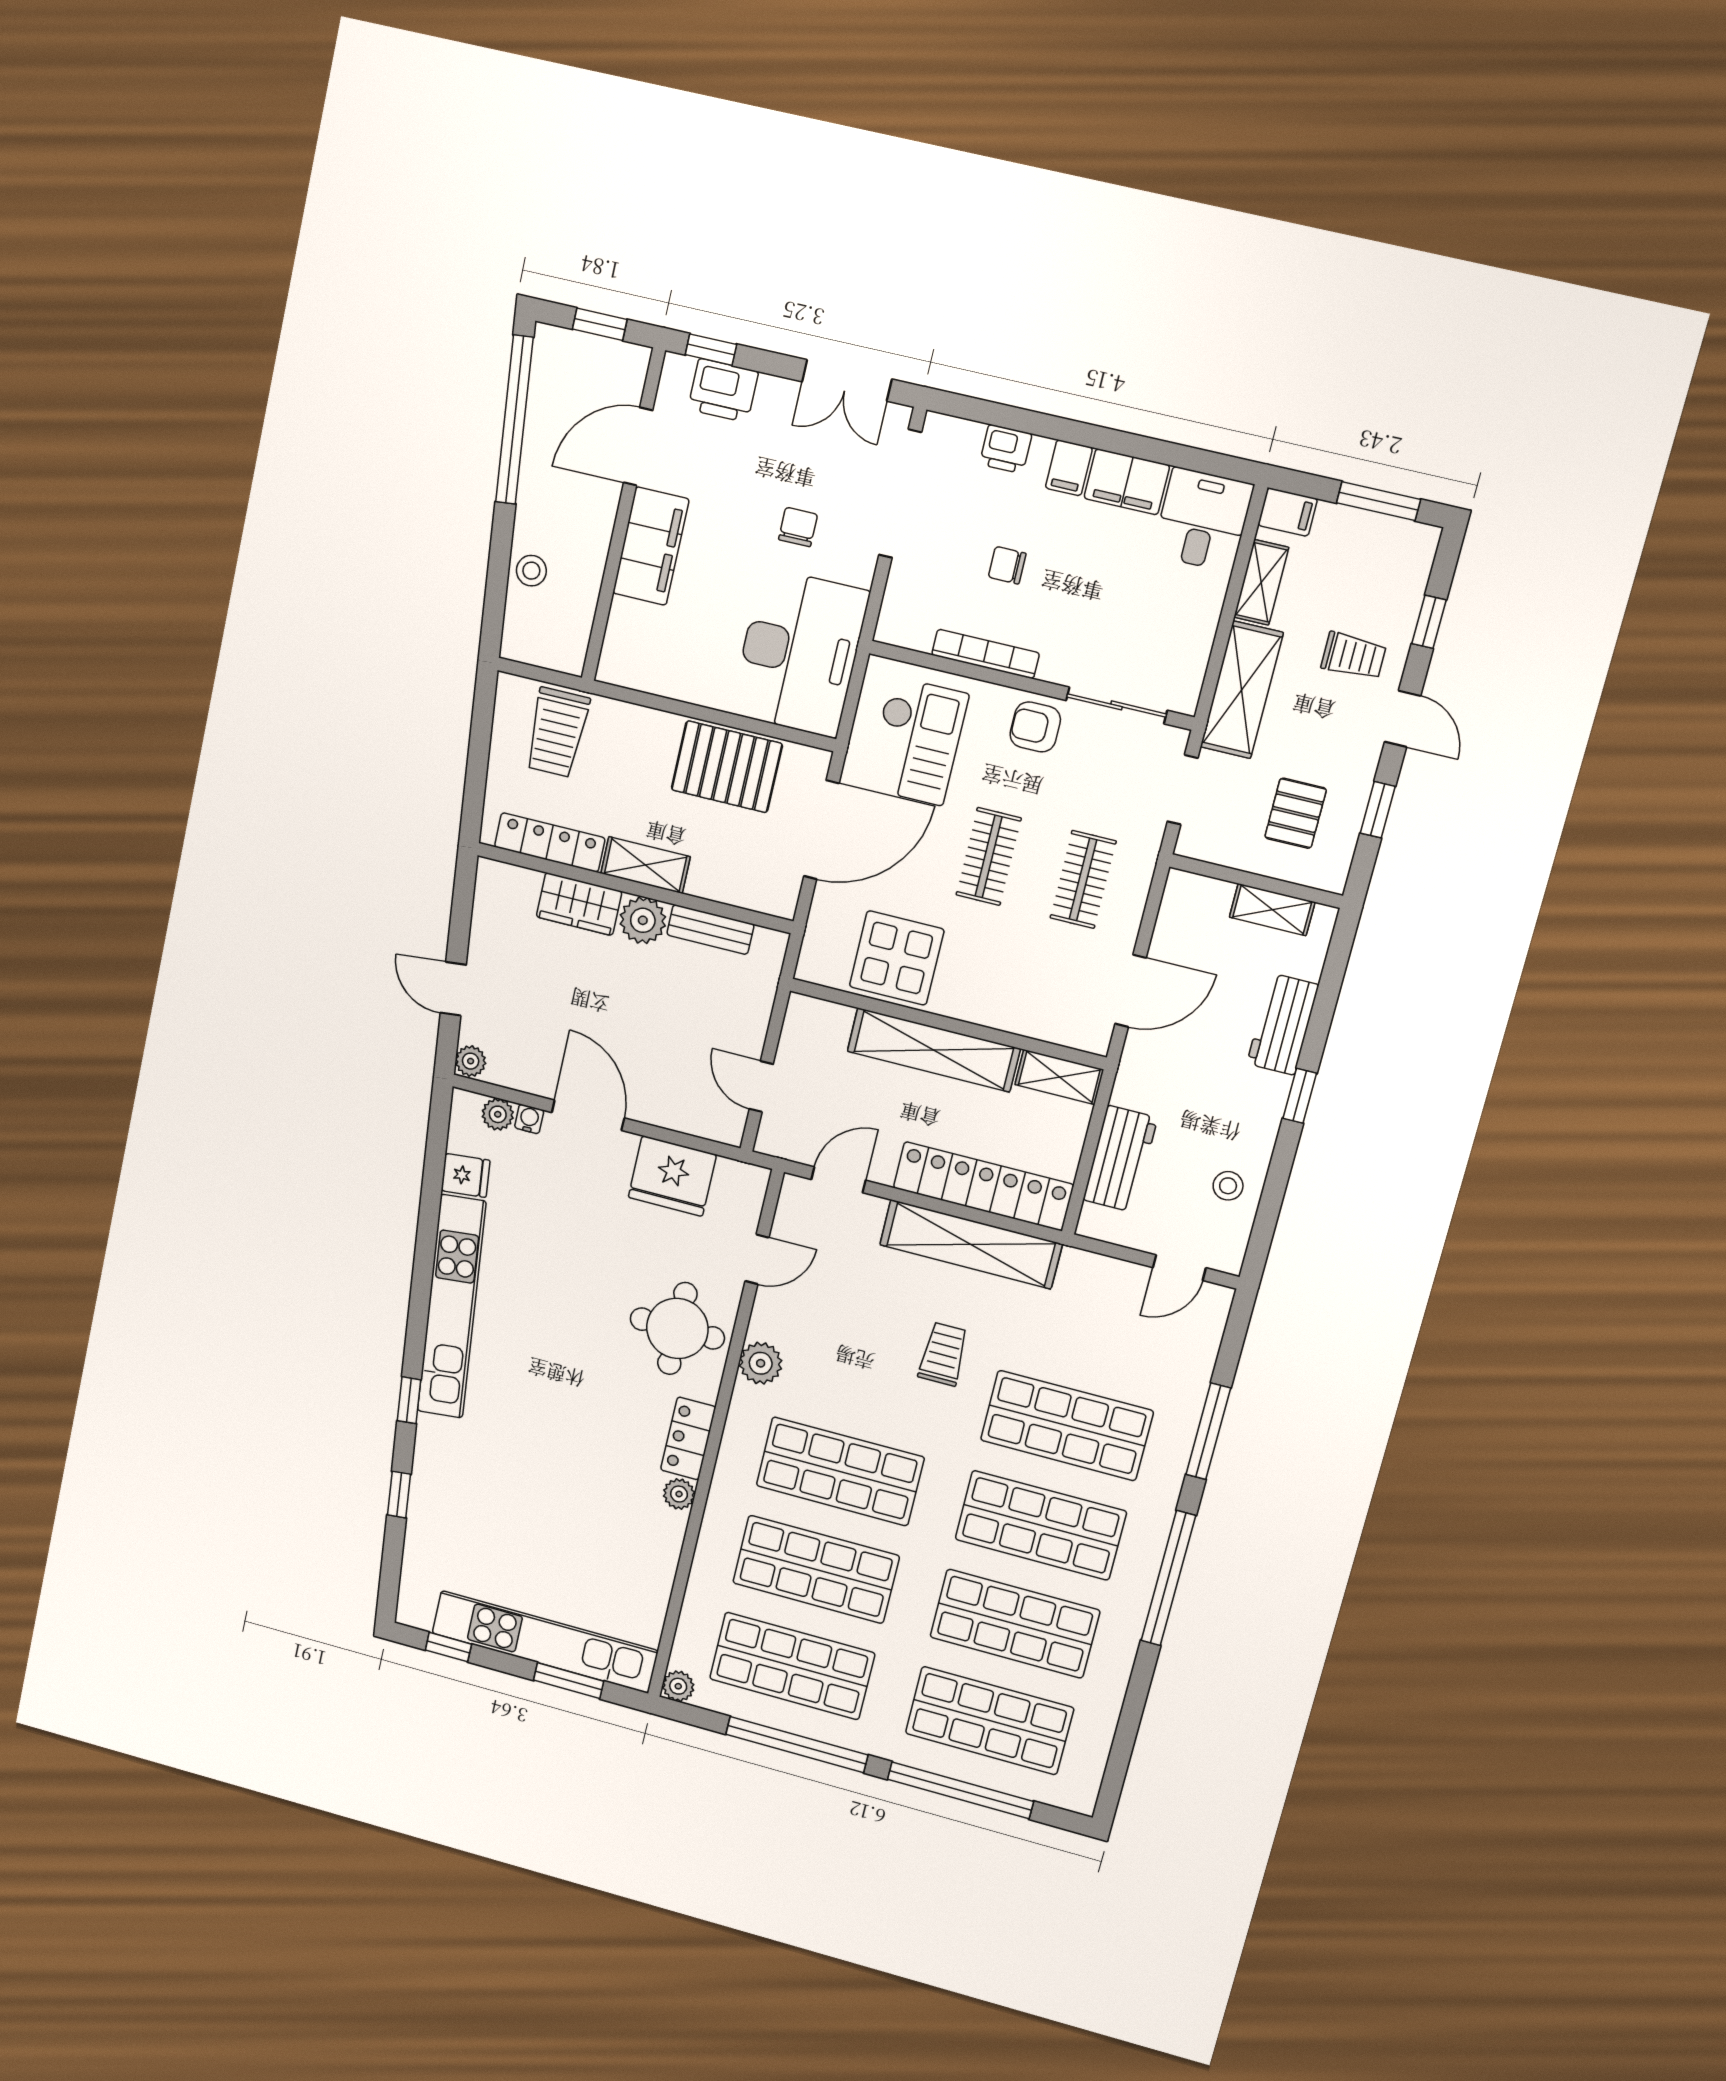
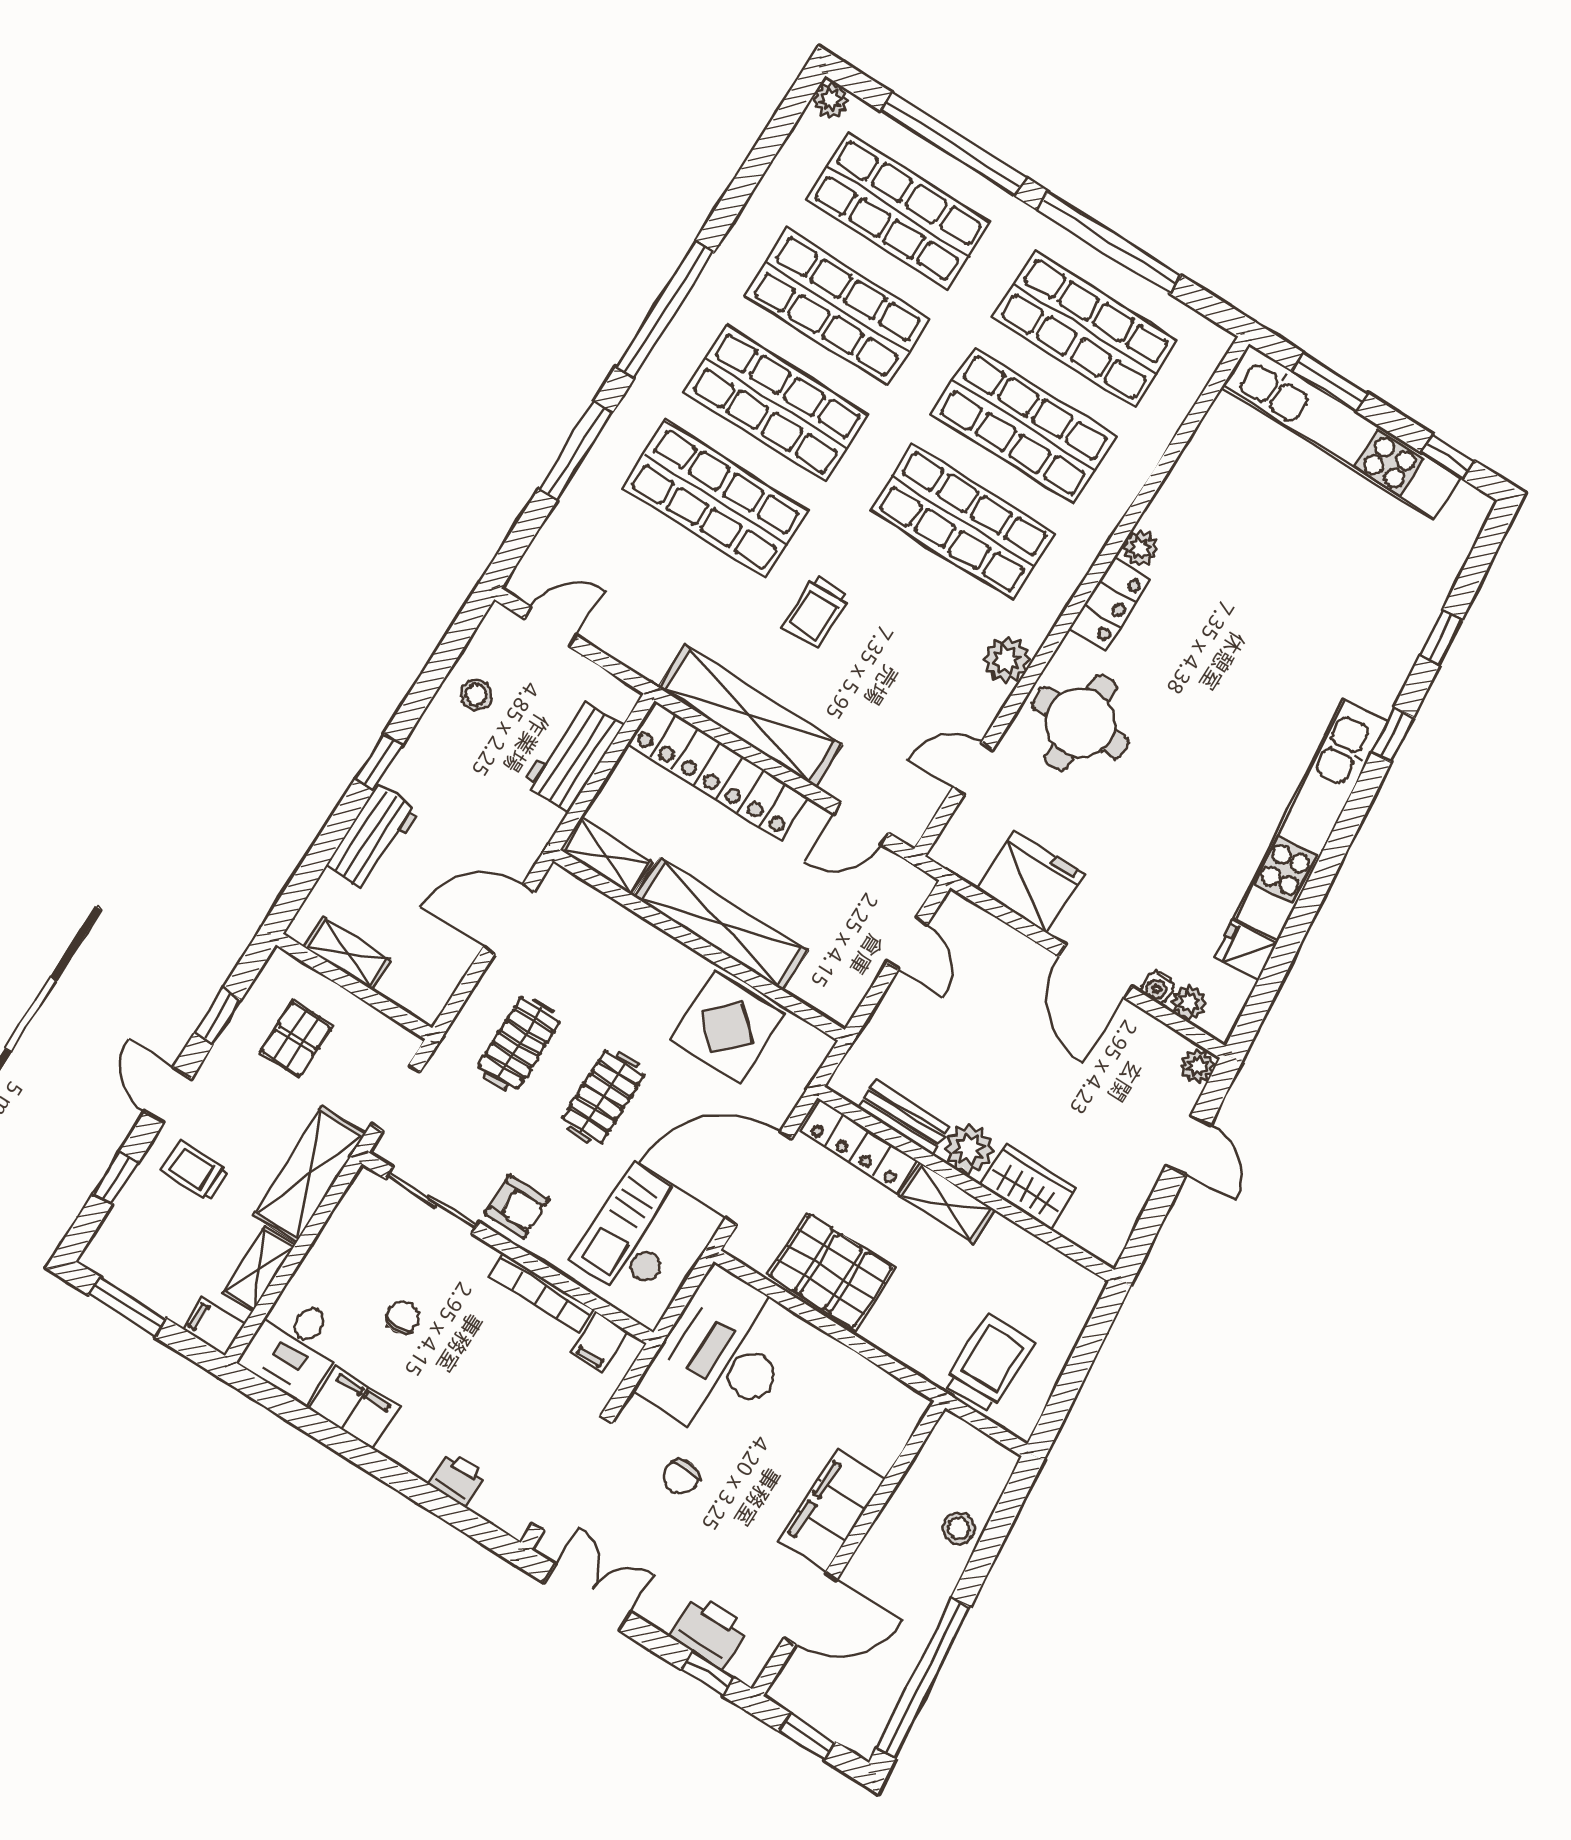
filing cabinet: (1069, 468) -> (599, 1342), moved, turned 180
chair: (1007, 565) -> (402, 1317), moved, turned -90
locker: (550, 842) -> (859, 1146), moved
plant: (678, 1686) -> (831, 100), moved

